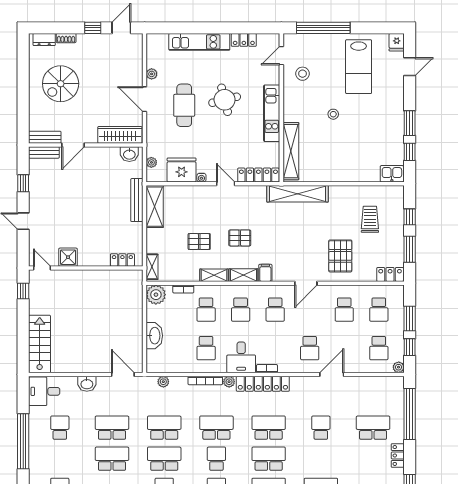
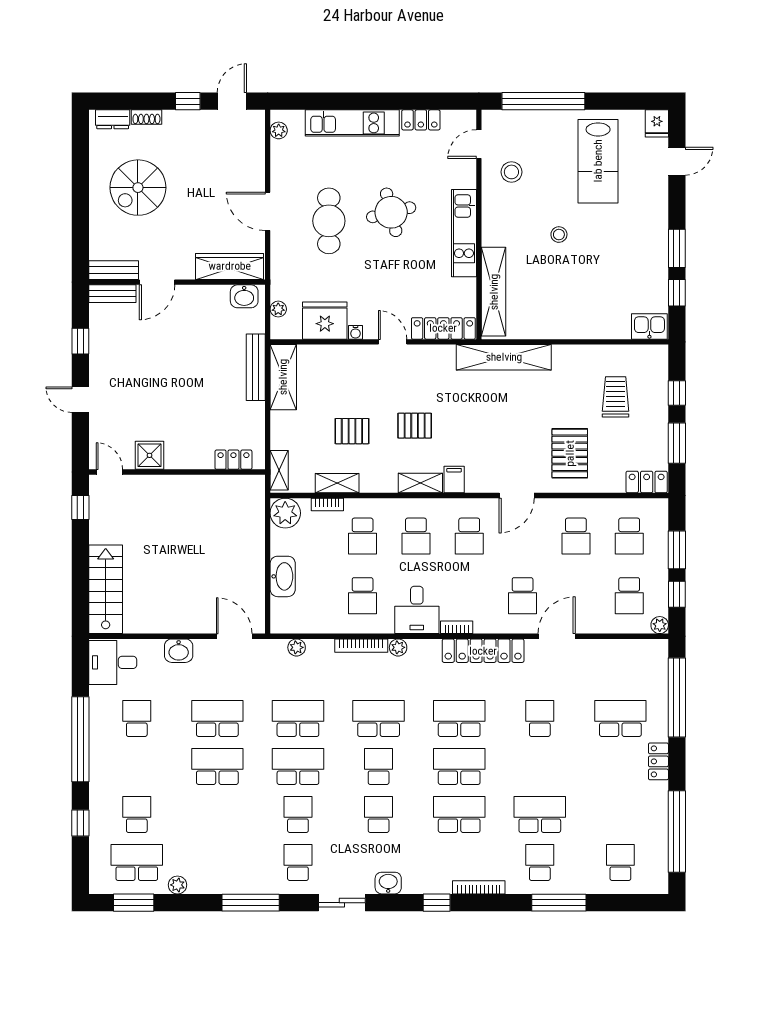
plant: (152, 74) -> (279, 130), moved
shelving: (214, 275) -> (337, 483), moved
locker: (263, 384) -> (483, 651), moved

